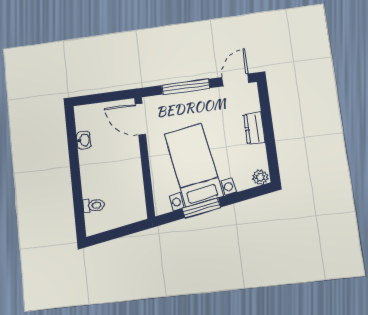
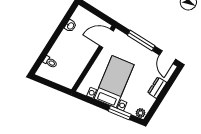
door: (235, 80) -> (167, 57), swing flipped
door: (140, 119) -> (106, 38), hinge flipped
window: (201, 208) -> (120, 113), moved

